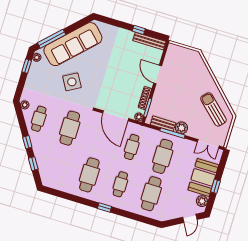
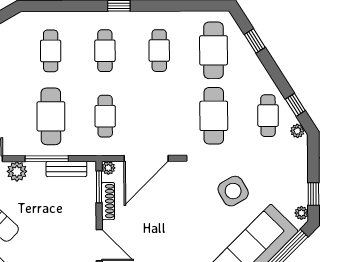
door: (116, 116) -> (146, 158), swing flipped
plant: (181, 128) -> (17, 171), moved
window: (27, 142) -> (295, 105), moved
cafe table: (58, 166) -> (214, 50), added
cafe table: (89, 175) -> (159, 51), width x0.73, depth x0.74
cafe table: (151, 194) -> (51, 51), width x0.73, depth x0.74

